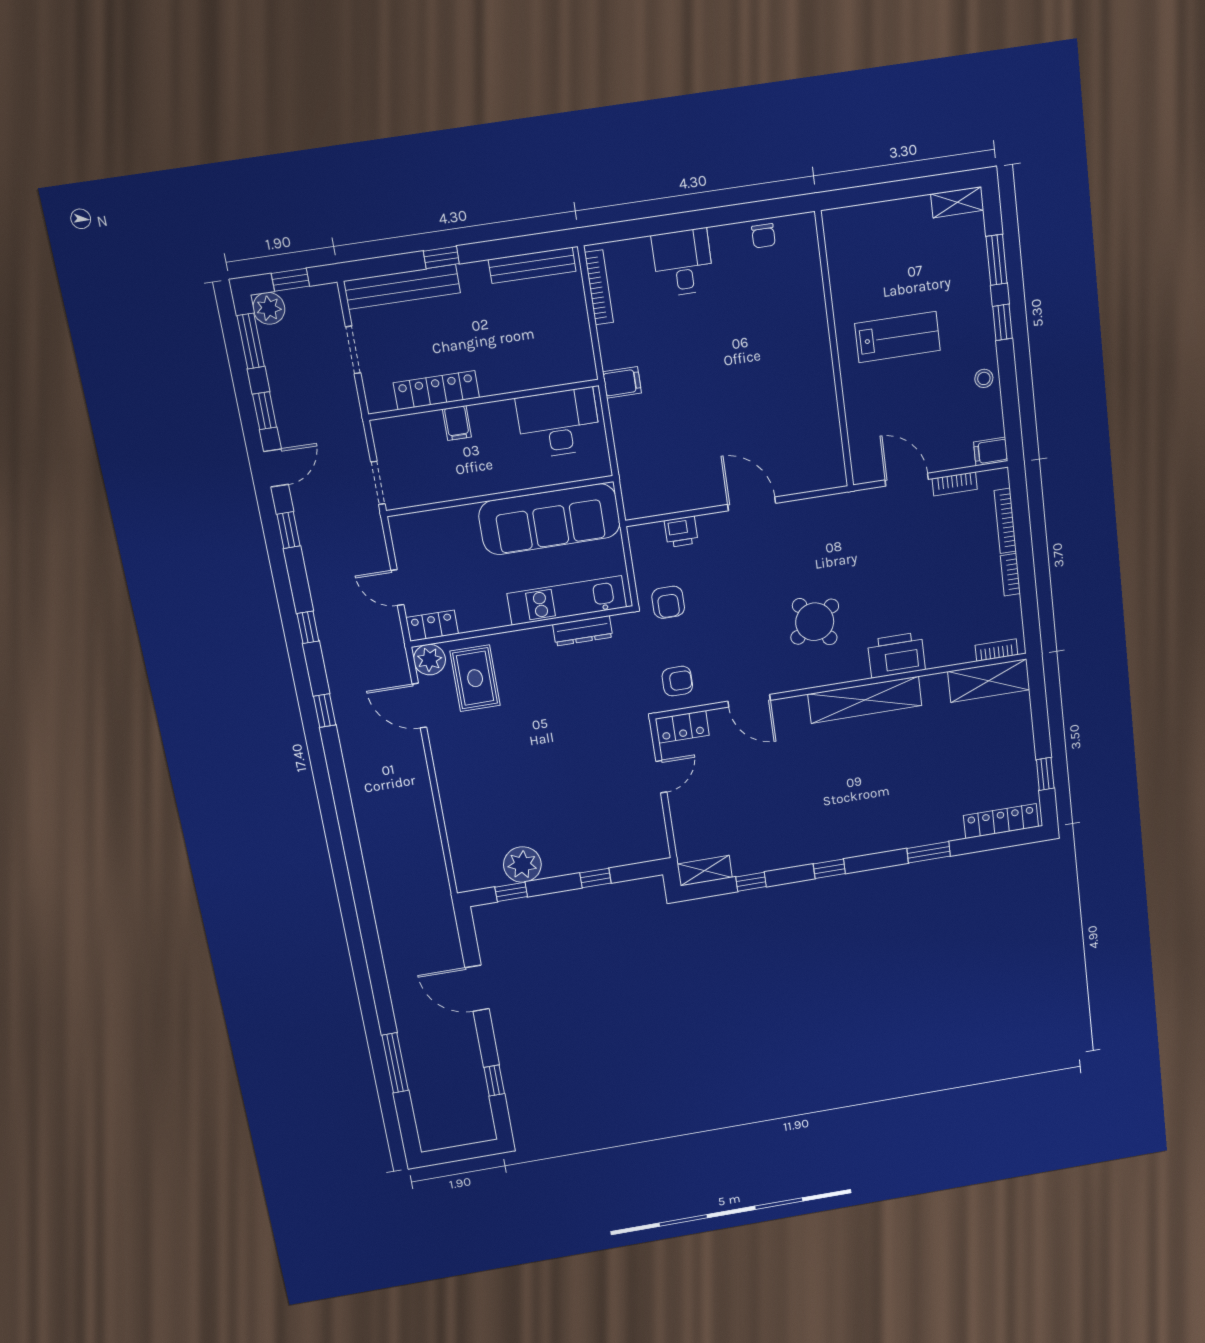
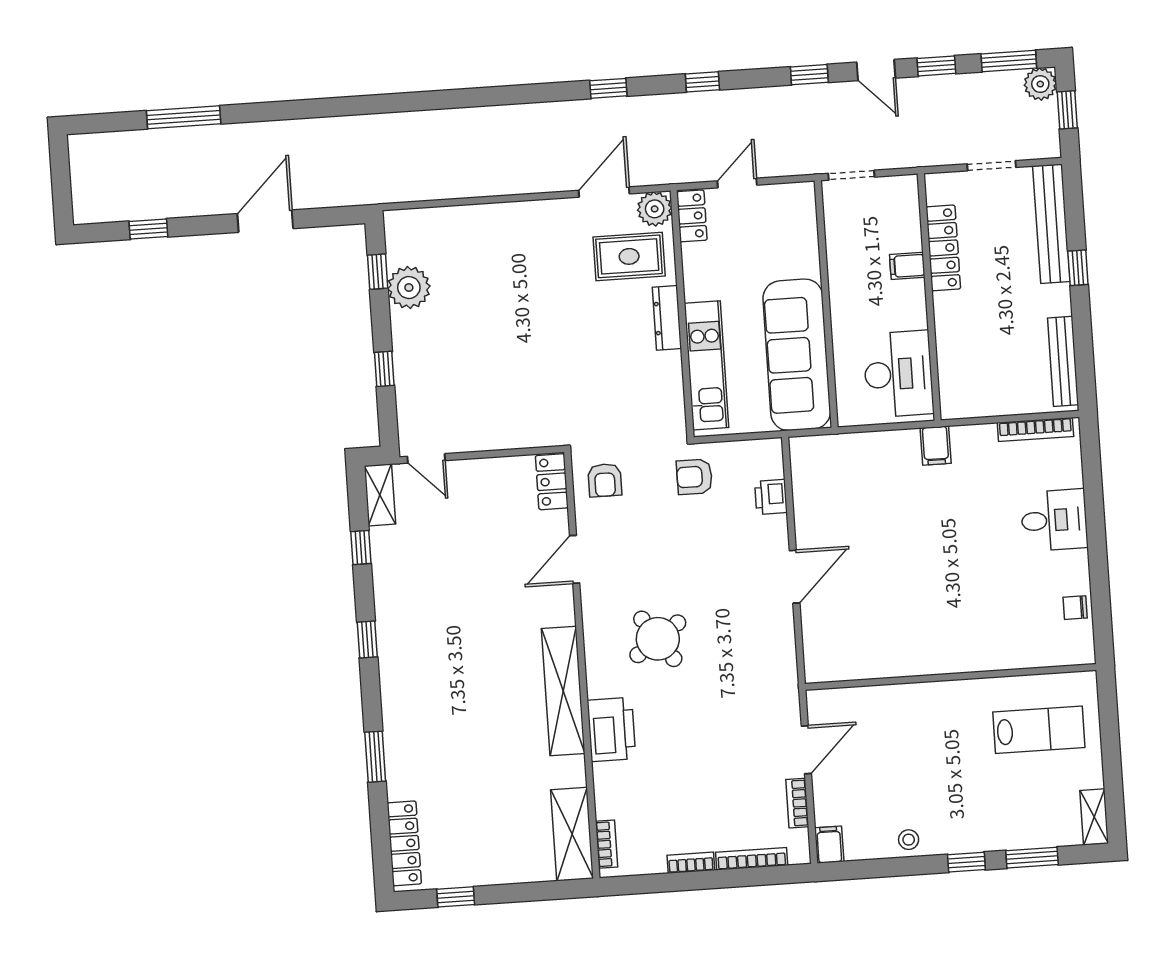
lab bench: (897, 337) -> (1039, 730), moved, turned -90
dresser: (583, 631) -> (667, 318), moved
door: (661, 777) -> (426, 458), moved

